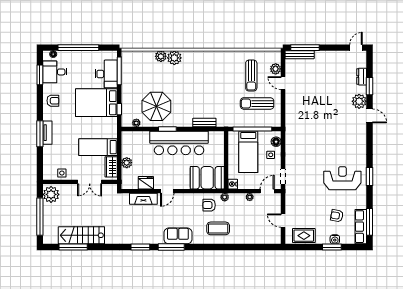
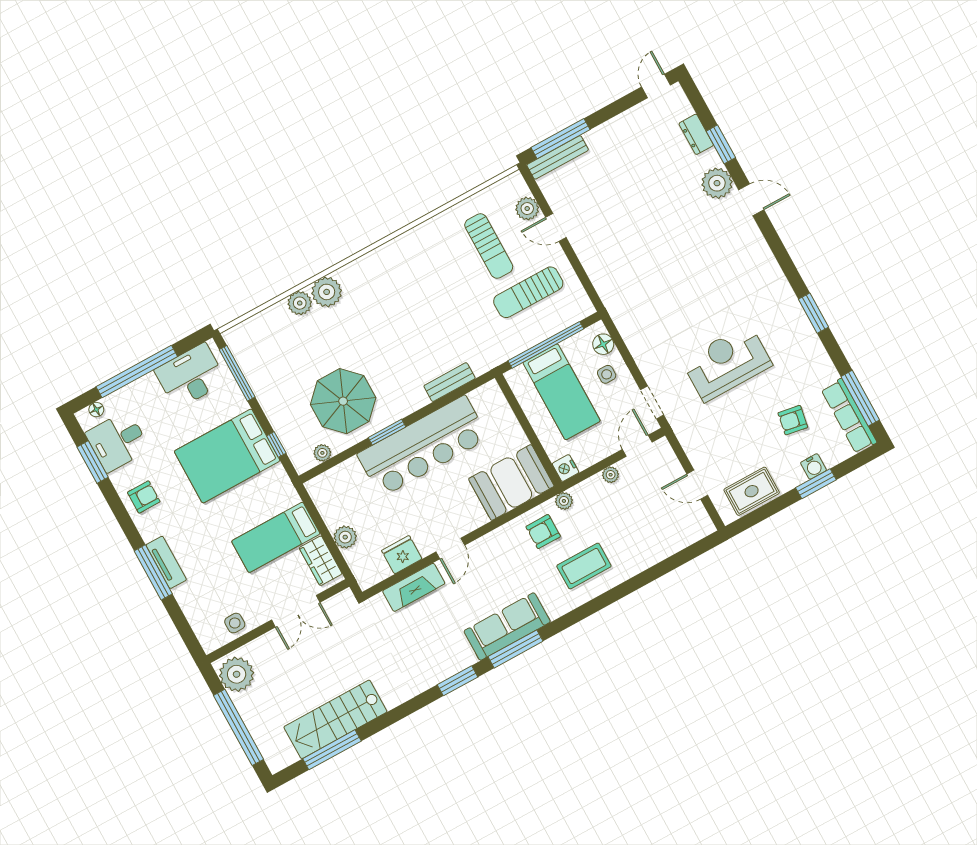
desk: (106, 74) -> (191, 376), moved, turned -90
reception desk: (342, 178) -> (727, 363), moved
sofa: (178, 236) -> (507, 626), width x1.36

